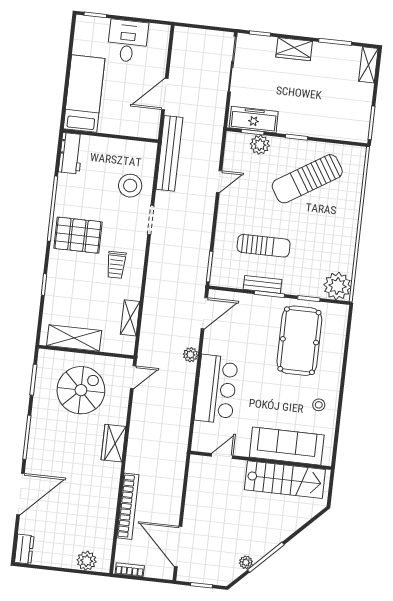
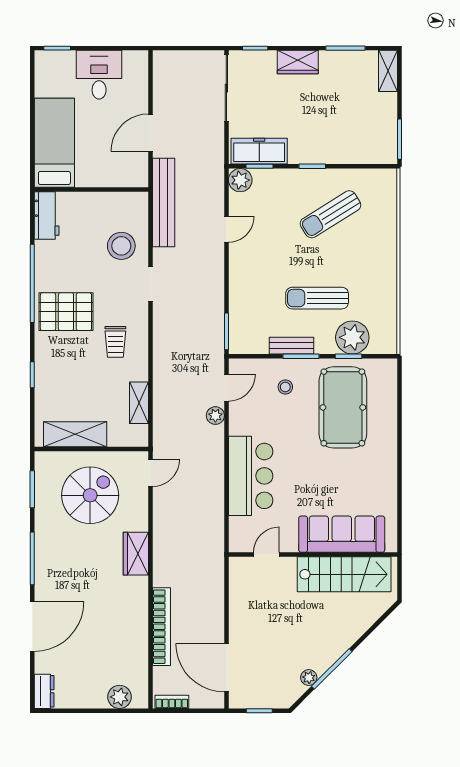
plant: (260, 145) -> (240, 180), moved
sun lounger: (307, 179) -> (331, 214), width x0.73, depth x0.75
sun lounger: (264, 246) -> (317, 298), moved, turned 180
plant: (337, 286) -> (352, 337), moved
door: (204, 313) -> (226, 388), width x0.73
plant: (190, 355) -> (215, 416), moved
stool: (319, 405) -> (285, 387), moved

